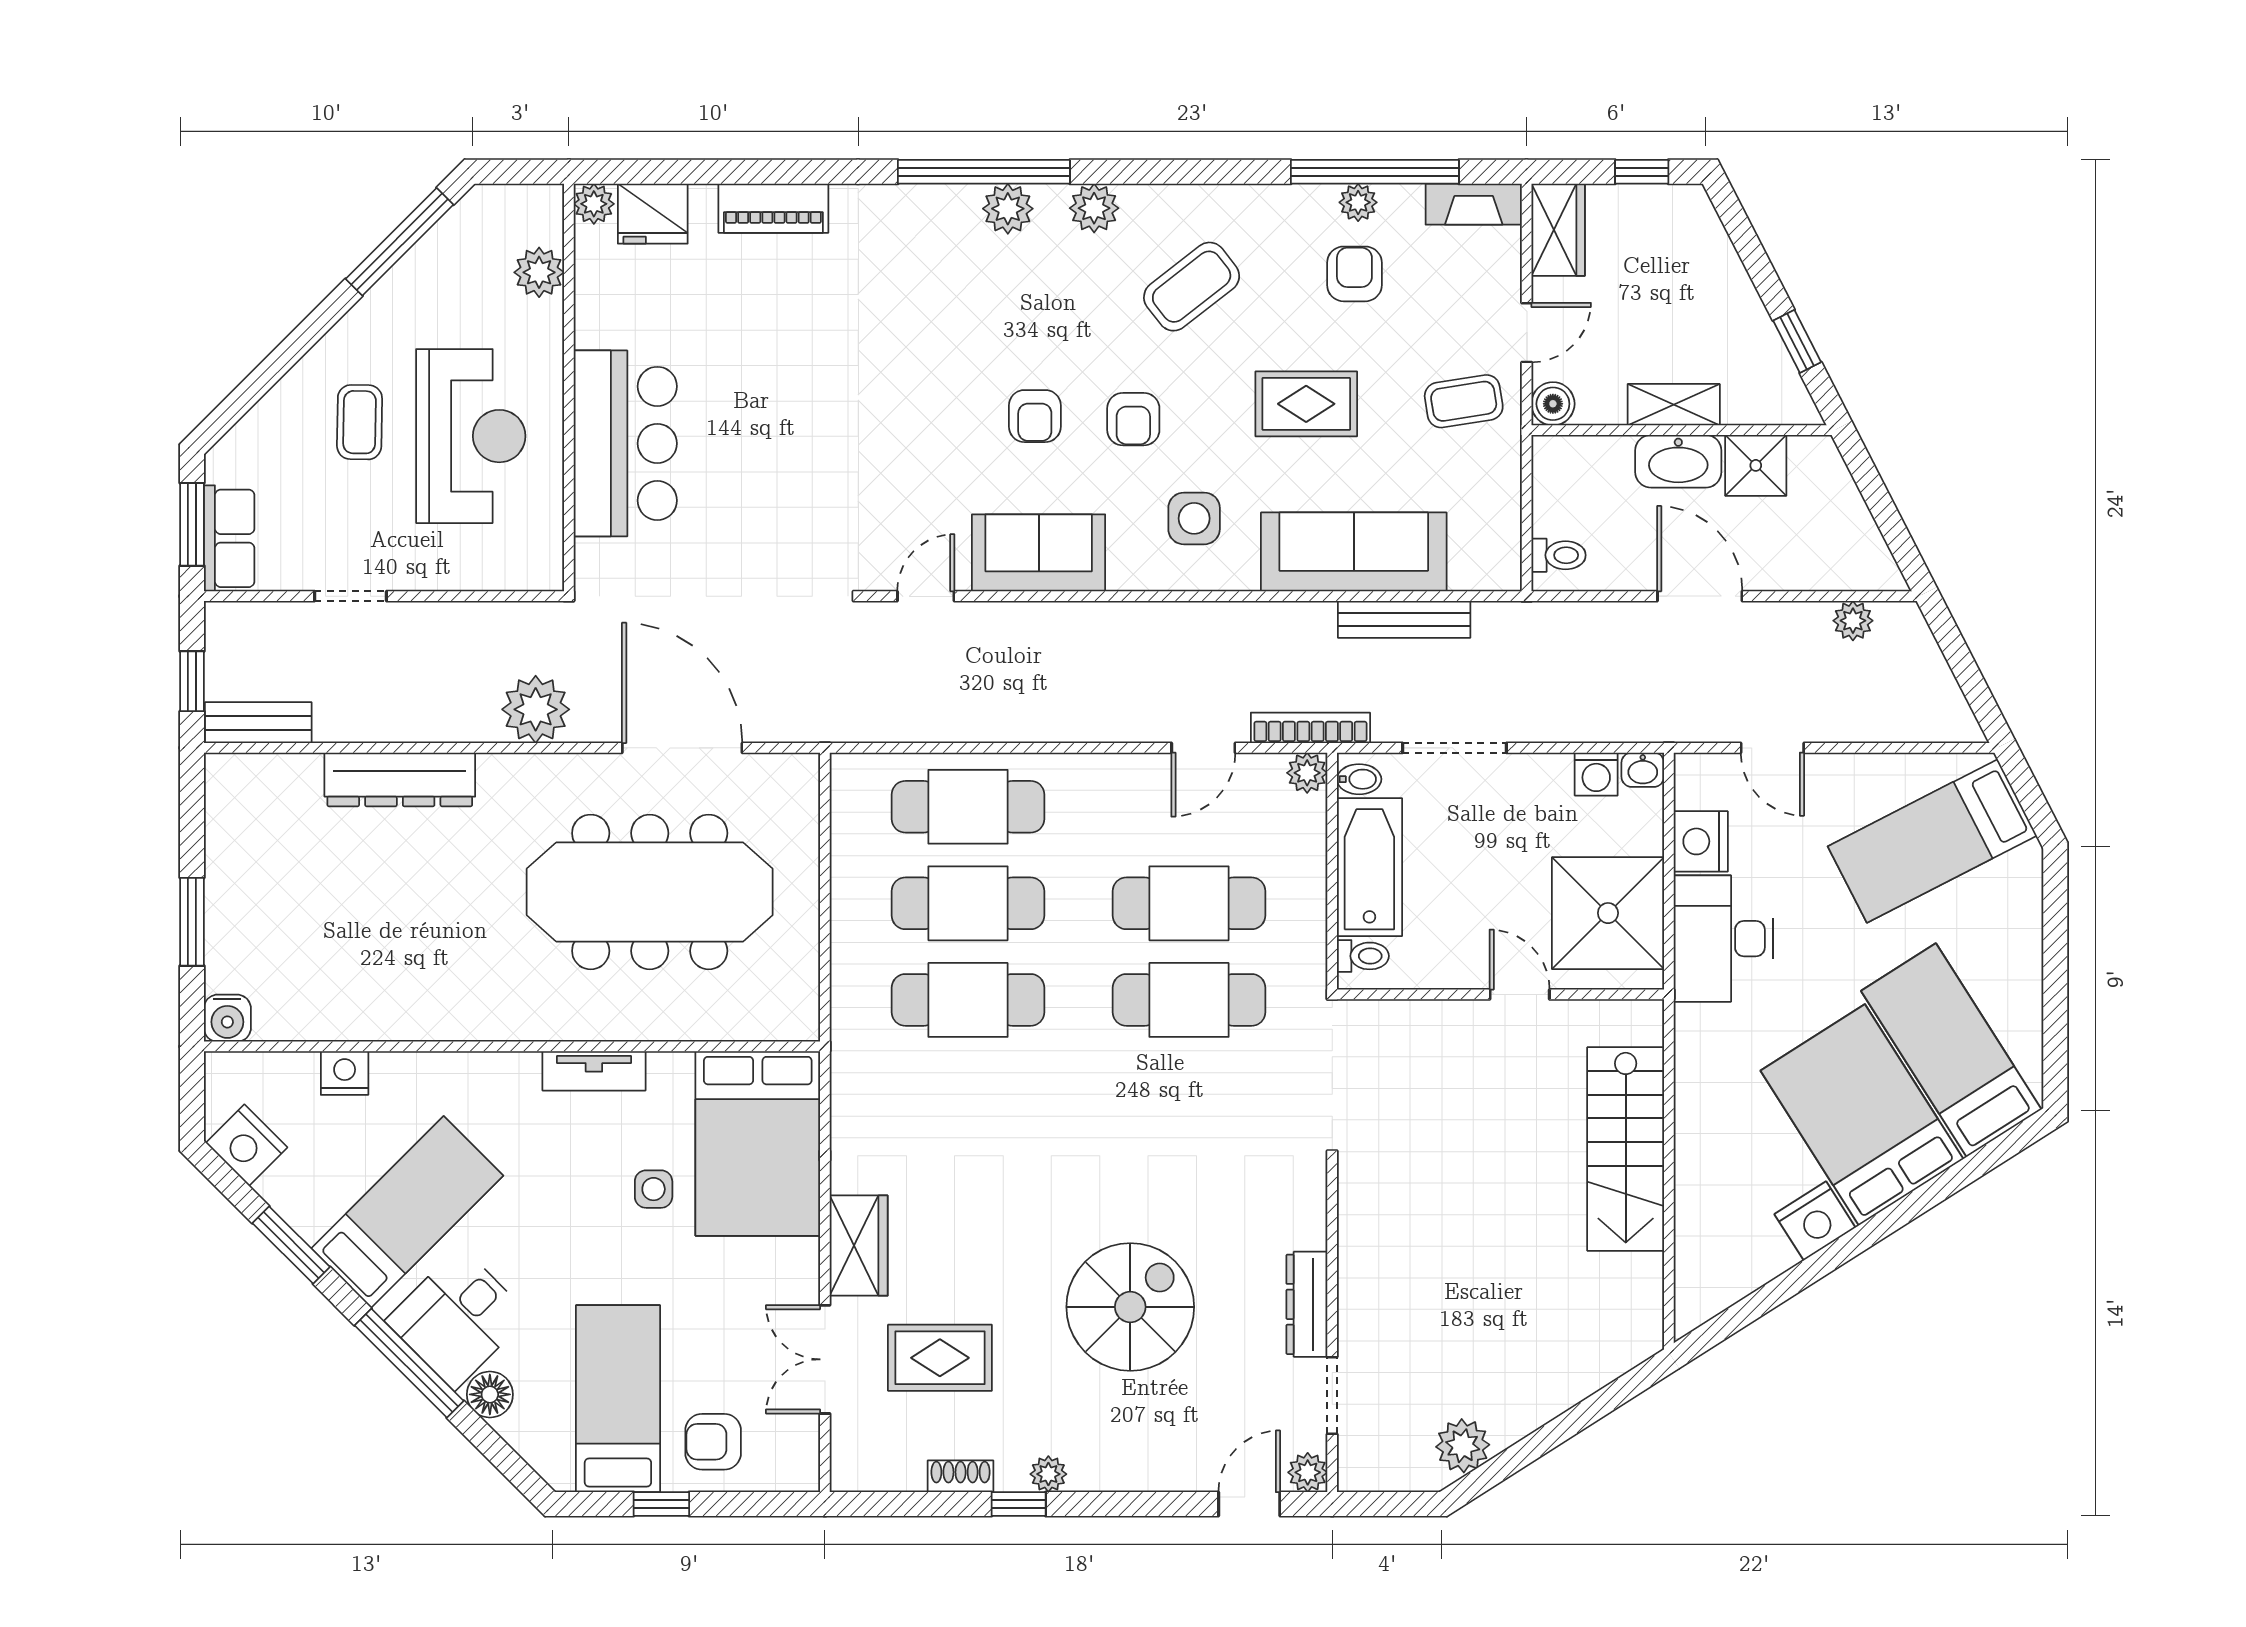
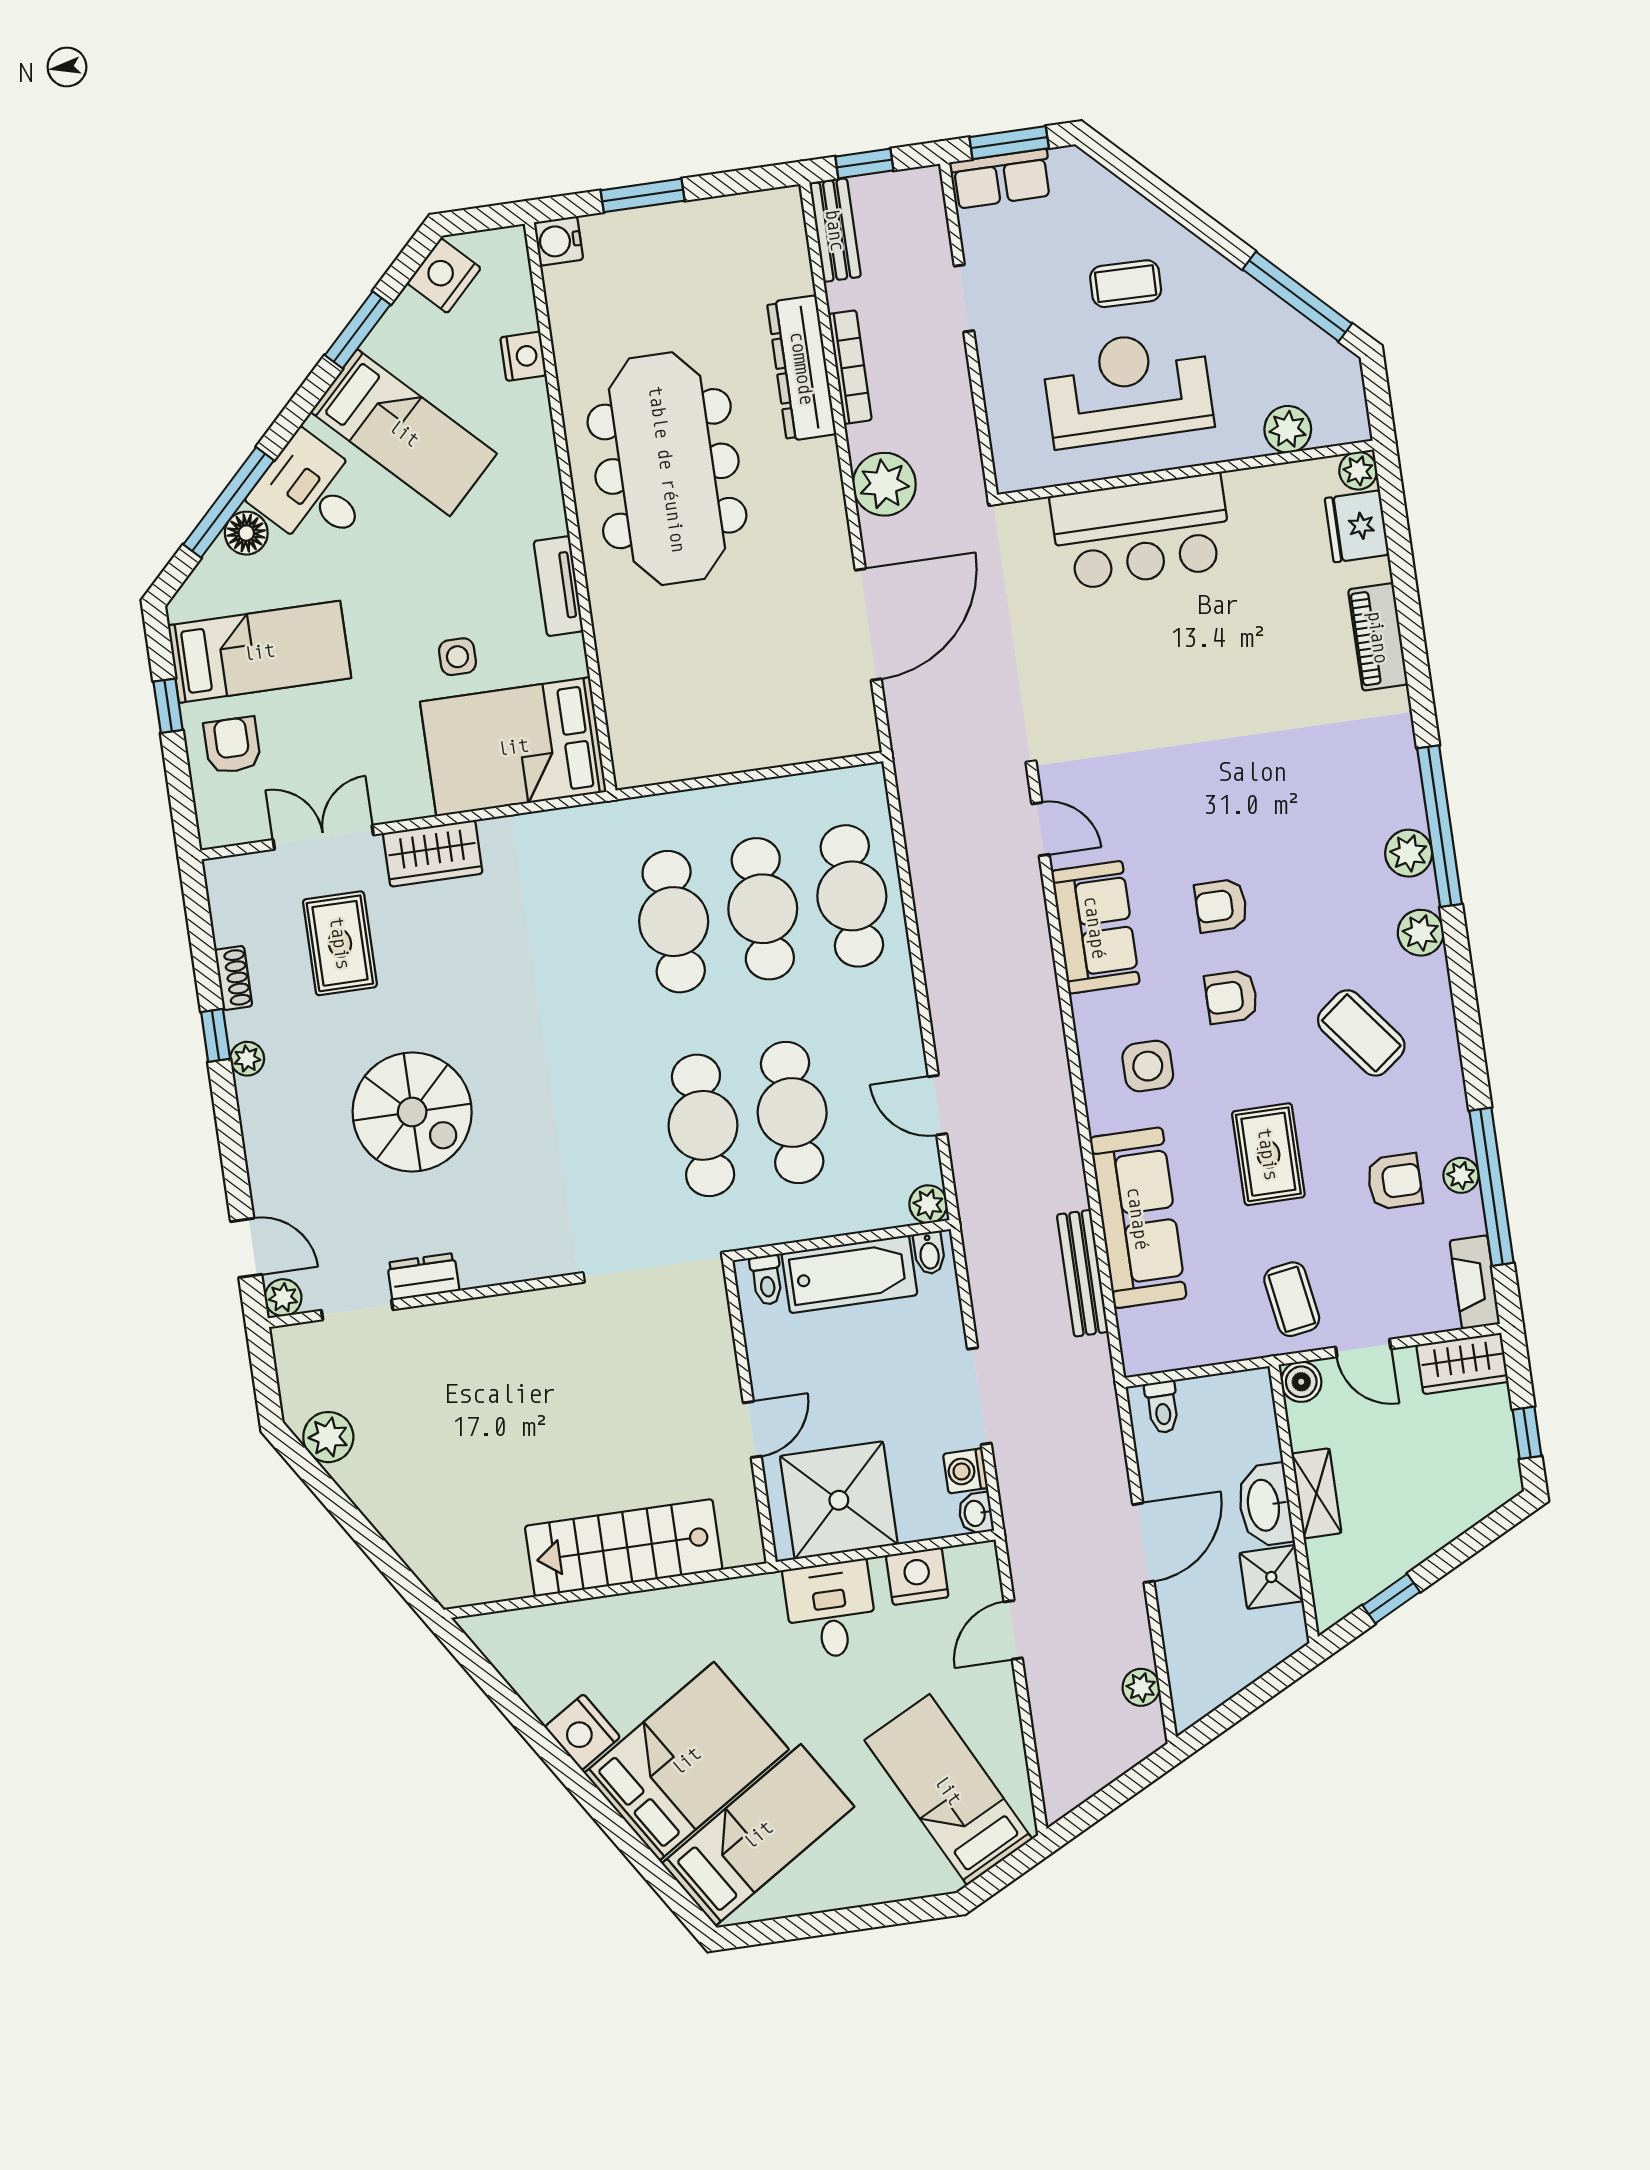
reception desk: (471, 436) -> (1128, 388), turned 180
bookcase: (1310, 728) -> (850, 367), moved
doorway: (1455, 748) -> (979, 1396), moved
meeting table: (650, 892) -> (667, 469), moved
desk: (1723, 939) -> (831, 1610), width x0.73
dresser: (1307, 1304) -> (423, 1277), width x0.70
window: (409, 1363) -> (229, 502), moved

